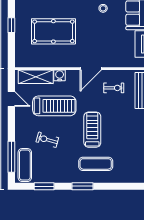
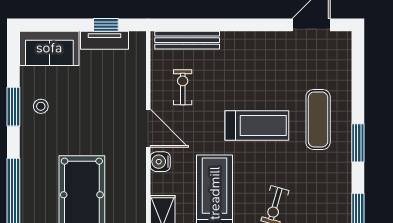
water cooler: (60, 75) -> (160, 162), moved
treadmill: (92, 130) -> (257, 126), turned 180

